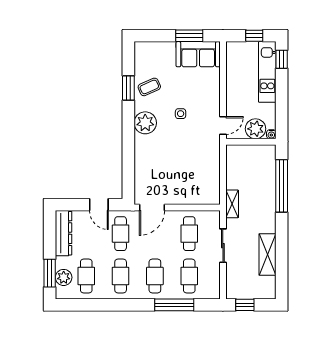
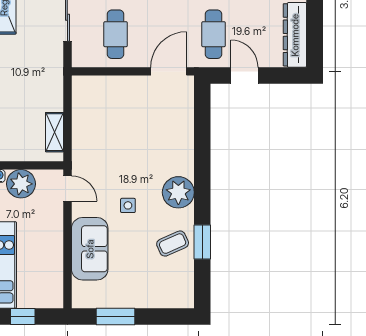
sofa: (198, 54) -> (90, 249), moved, turned 90
door: (223, 126) -> (67, 188), swing flipped
shelving: (232, 204) -> (54, 132), moved

